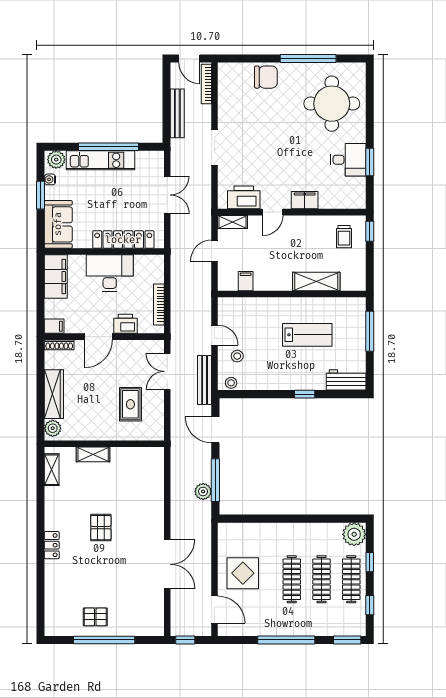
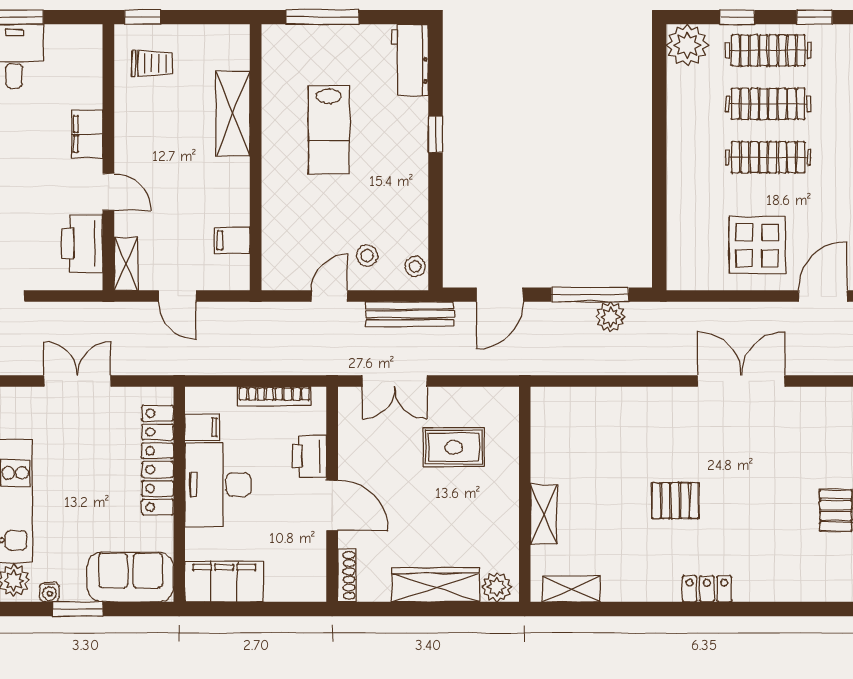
filing cabinet: (54, 326) -> (202, 427), moved, turned 90
lab bench: (307, 335) -> (329, 130), turned 180

